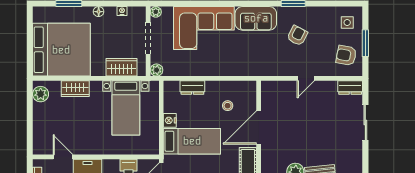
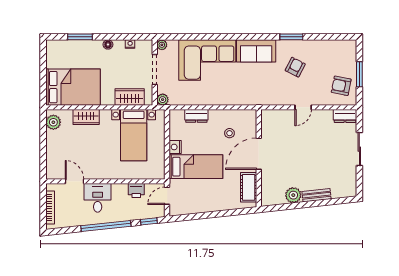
side table: (347, 23) -> (342, 55), removed
bed: (61, 50) -> (73, 87), width x0.73

